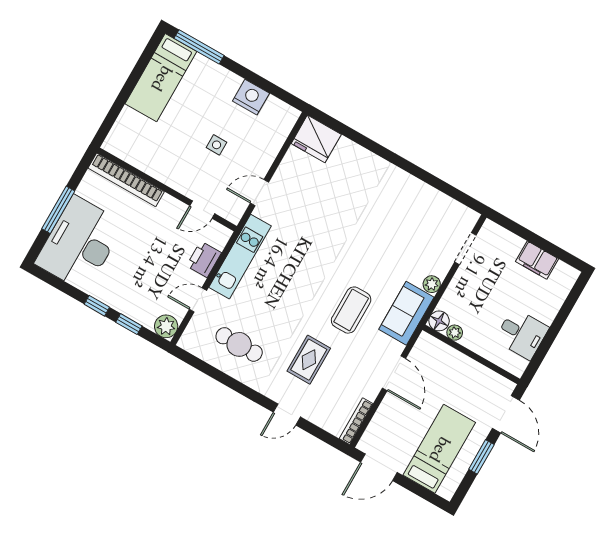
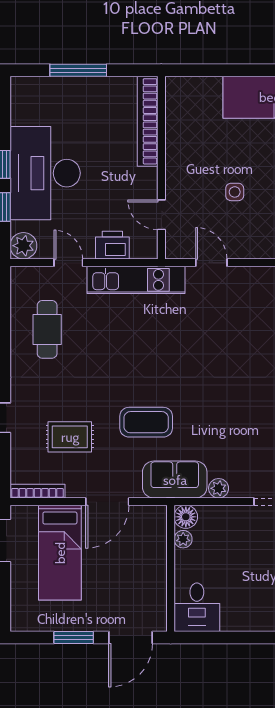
desk: (80, 244) -> (45, 173), moved, turned -90
desk: (522, 334) -> (197, 607), moved
rug: (309, 360) -> (70, 437), moved
bed: (439, 449) -> (60, 553), moved, turned 90

